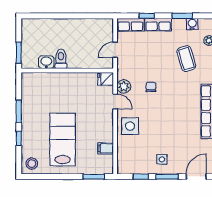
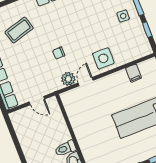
fridge: (106, 79) -> (68, 99), removed

